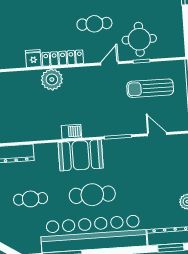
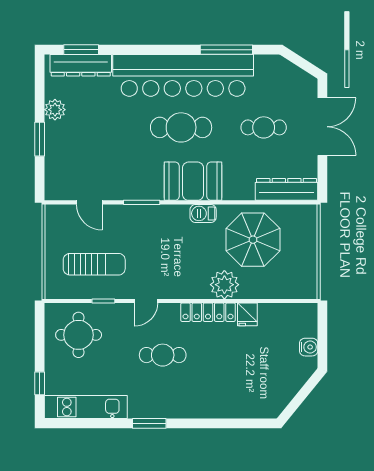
round table: (139, 39) -> (79, 335), moved
parasol: (33, 115) -> (253, 240), added

